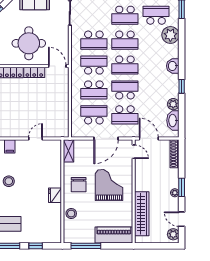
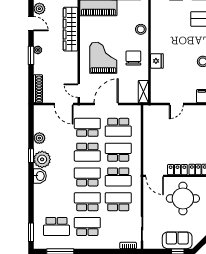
plant: (170, 35) -> (42, 159), moved
washbasin: (173, 121) -> (40, 122), removed
grand piano: (109, 185) -> (103, 58), turned 180
fridge: (55, 195) -> (157, 61), moved

